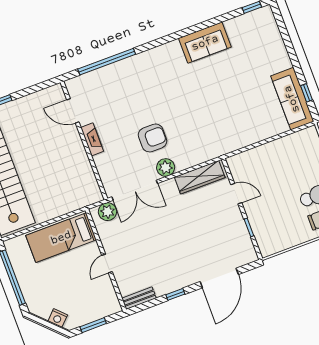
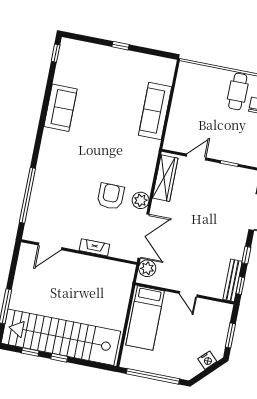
window: (307, 93) -> (120, 46), moved
sofa: (292, 99) -> (155, 111), moved, turned 90
fireplace: (92, 139) -> (94, 247), moved
bench: (139, 298) -> (232, 280), width x1.36
window: (144, 306) -> (240, 286), added

